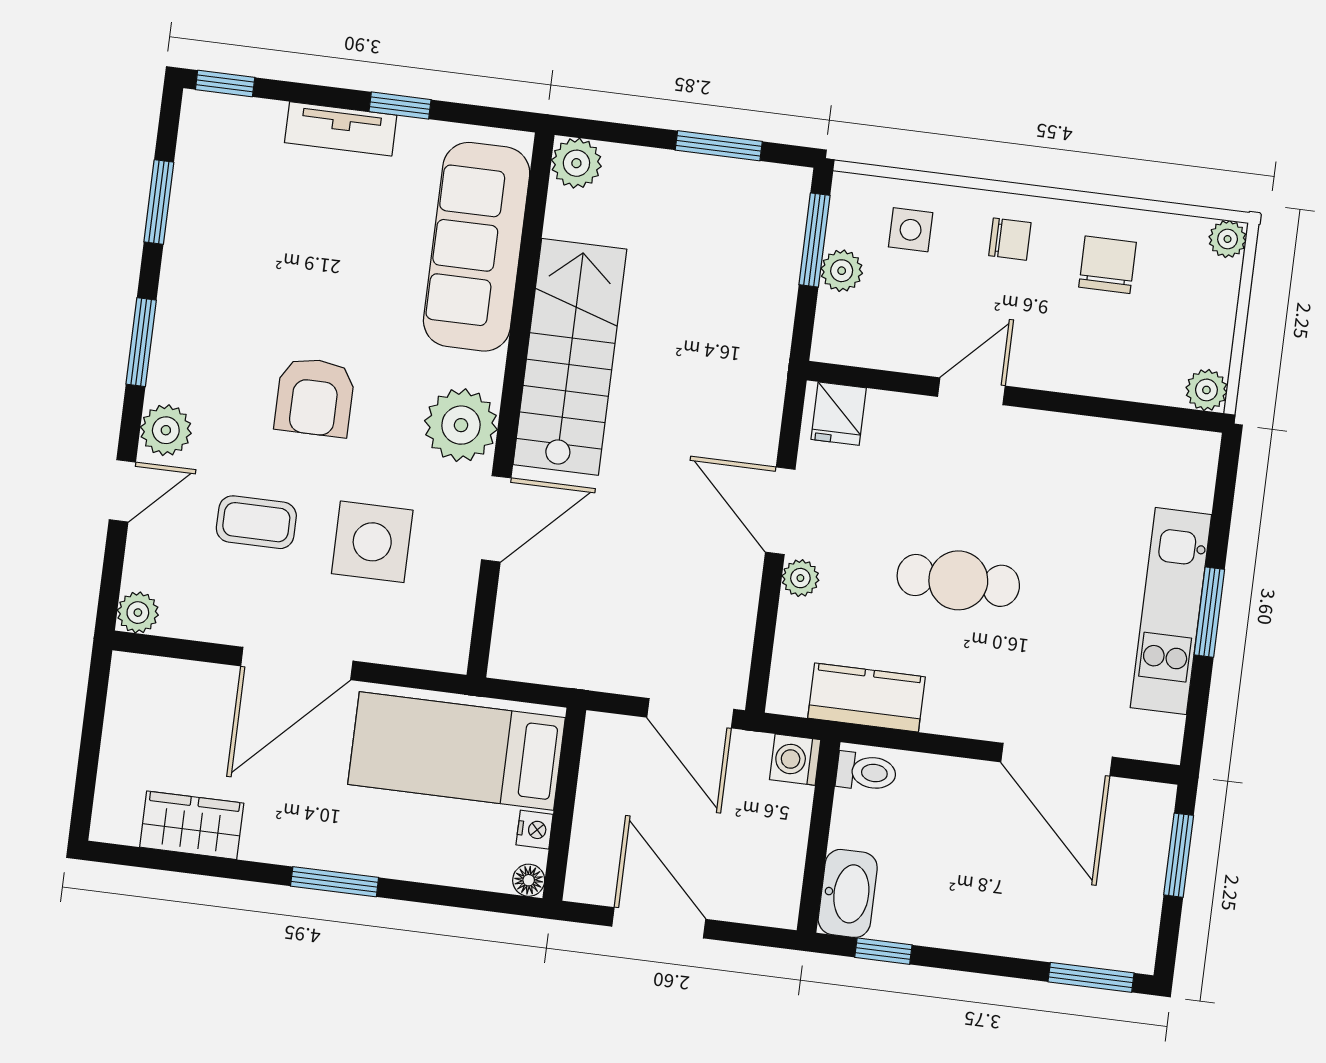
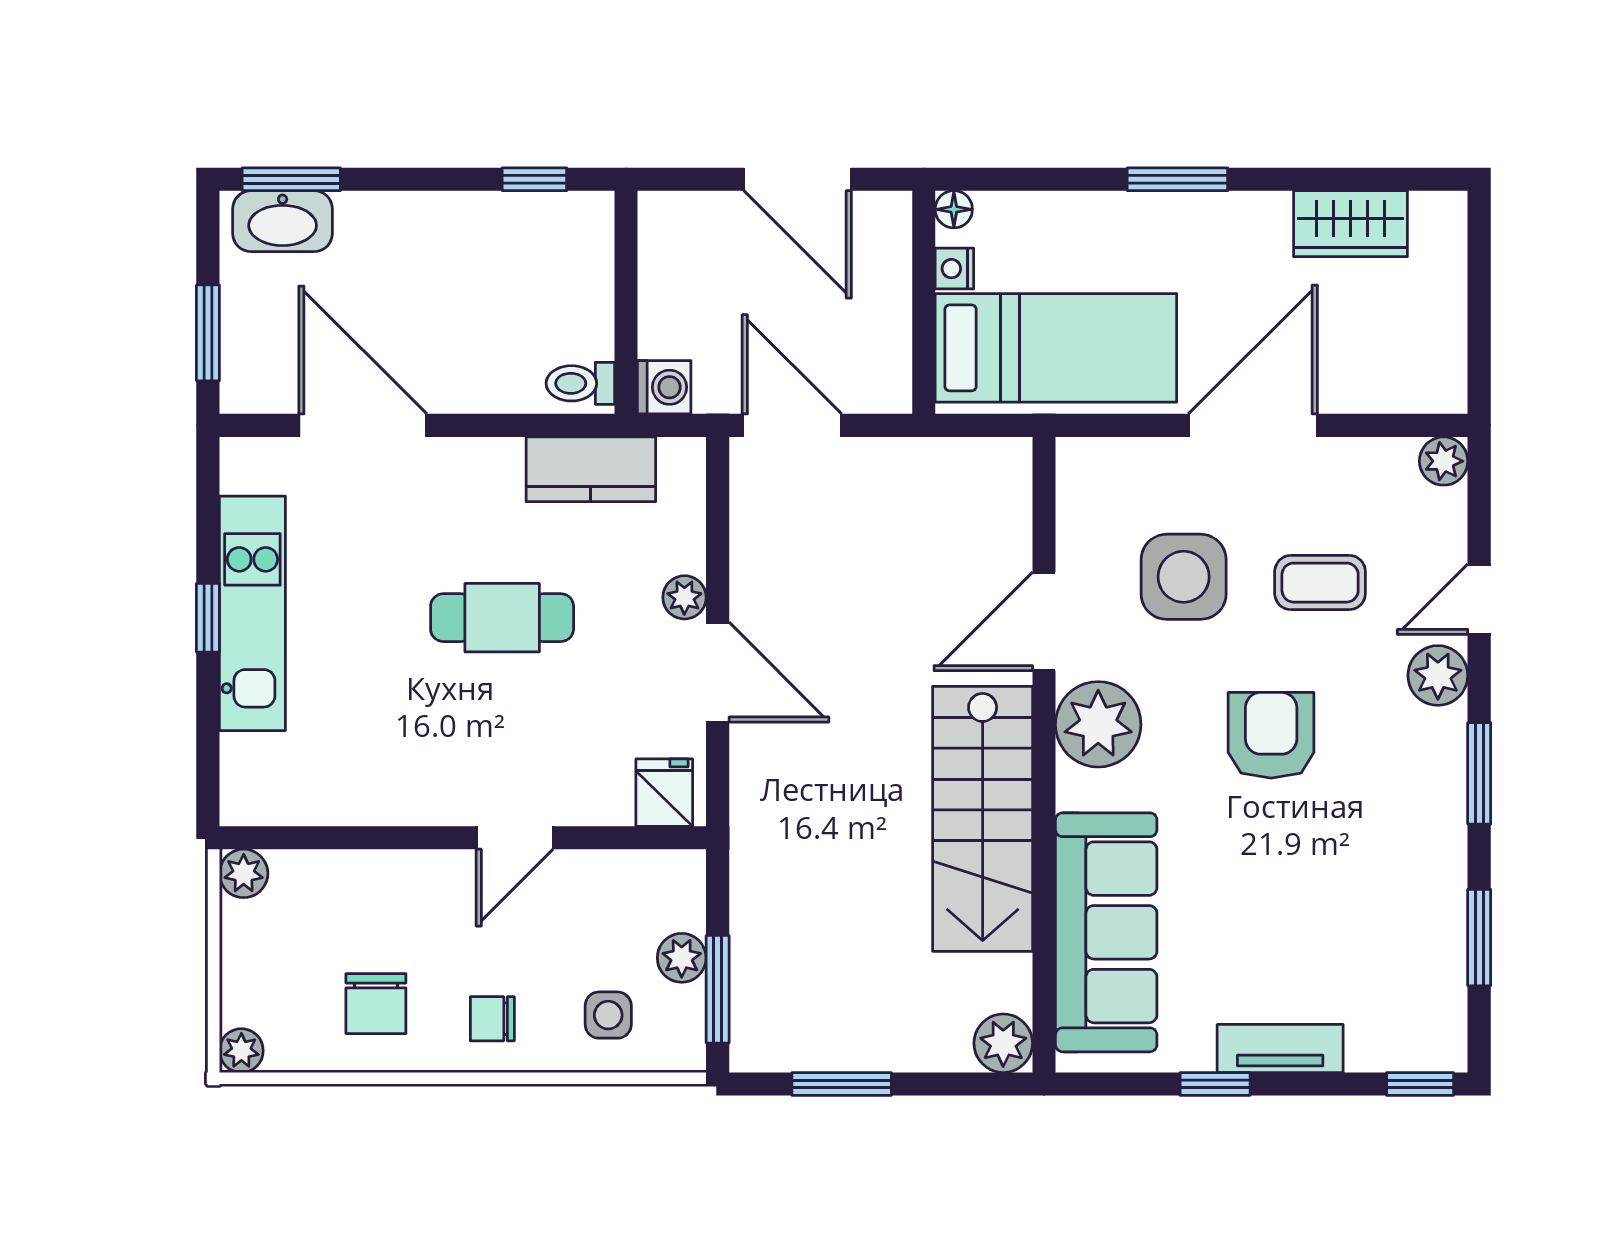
window: (1209, 612) -> (208, 618), width x0.67
washbasin: (848, 893) -> (283, 221), moved, turned -90

